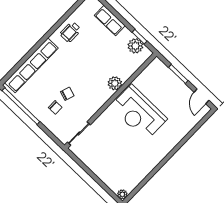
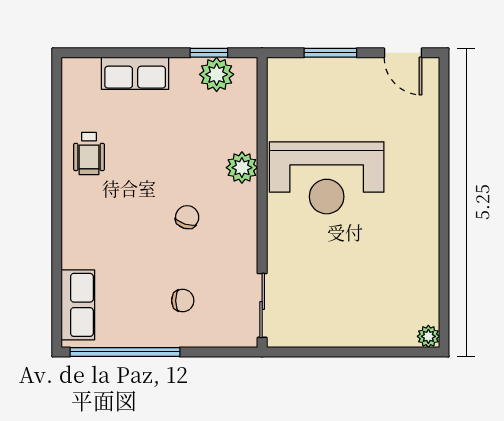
row of seats: (31, 65) -> (78, 305), width x0.50
chair: (67, 94) -> (187, 217), moved

